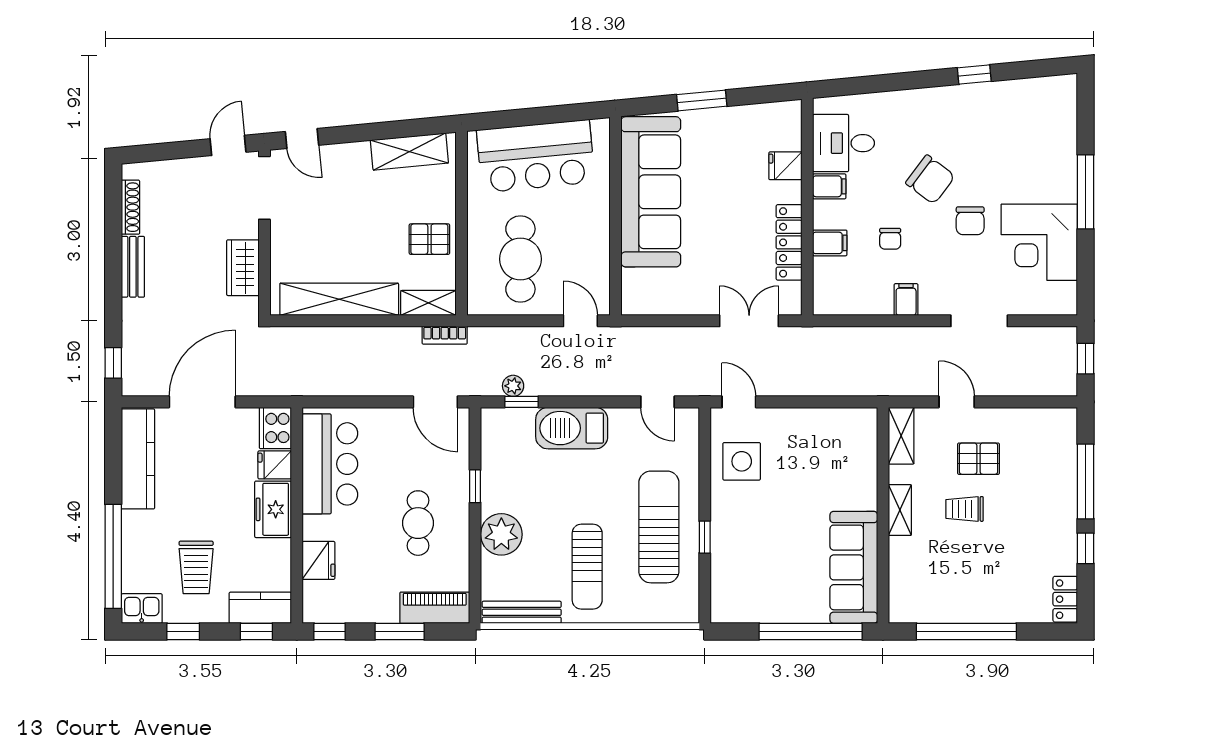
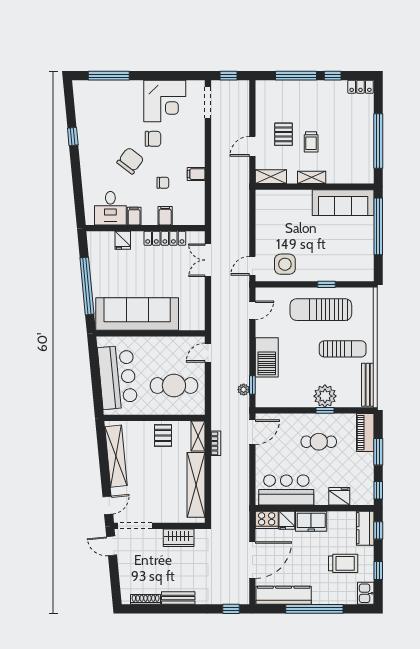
window: (702, 100) -> (87, 286), width x2.11
shelving: (409, 152) -> (116, 456), width x1.47
window: (1086, 192) -> (109, 76), moved
doorway: (979, 321) -> (208, 103), moved
bookcase: (445, 335) -> (216, 443), moved
door: (202, 402) -> (252, 560), swing flipped
window: (475, 486) -> (325, 410), moved
window: (113, 556) -> (314, 609), moved

